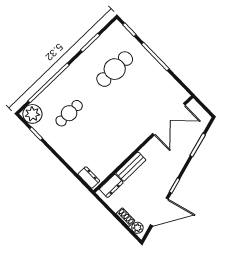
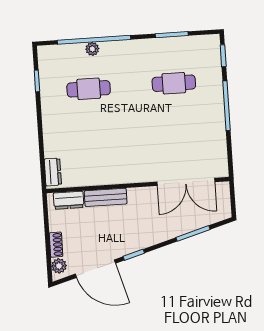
cafe table: (115, 69) -> (174, 83), width x0.73, depth x0.74
plant: (32, 114) -> (92, 49), moved, width x0.53, depth x0.53

